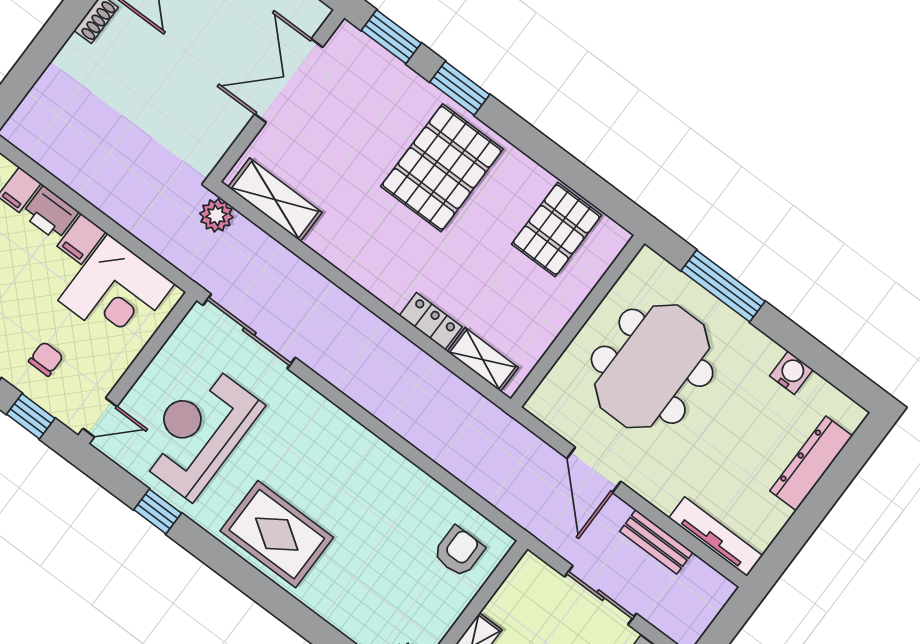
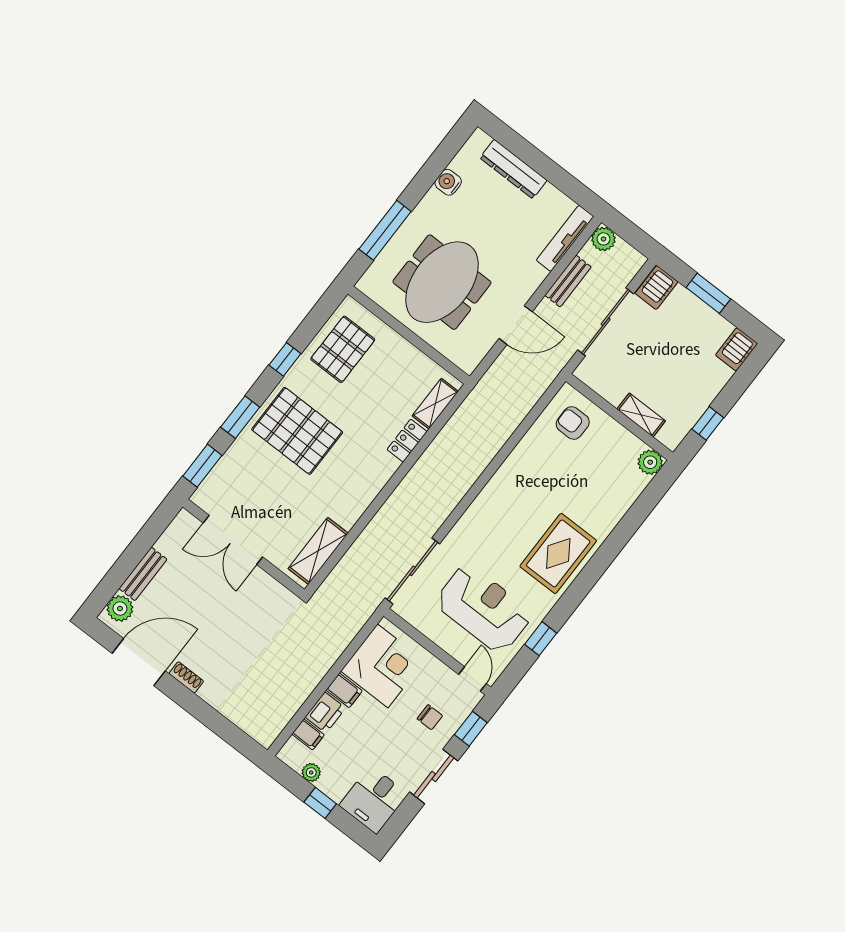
window: (541, 149) -> (285, 359), added
plant: (216, 215) -> (604, 239), moved
pallet: (556, 230) -> (343, 349), turned 90
chair: (46, 359) -> (430, 717), turned 180
meeting table: (652, 366) -> (442, 282), turned 90
reception desk: (198, 431) -> (484, 608), turned 180
sliding door: (600, 595) -> (606, 322), width x1.37

